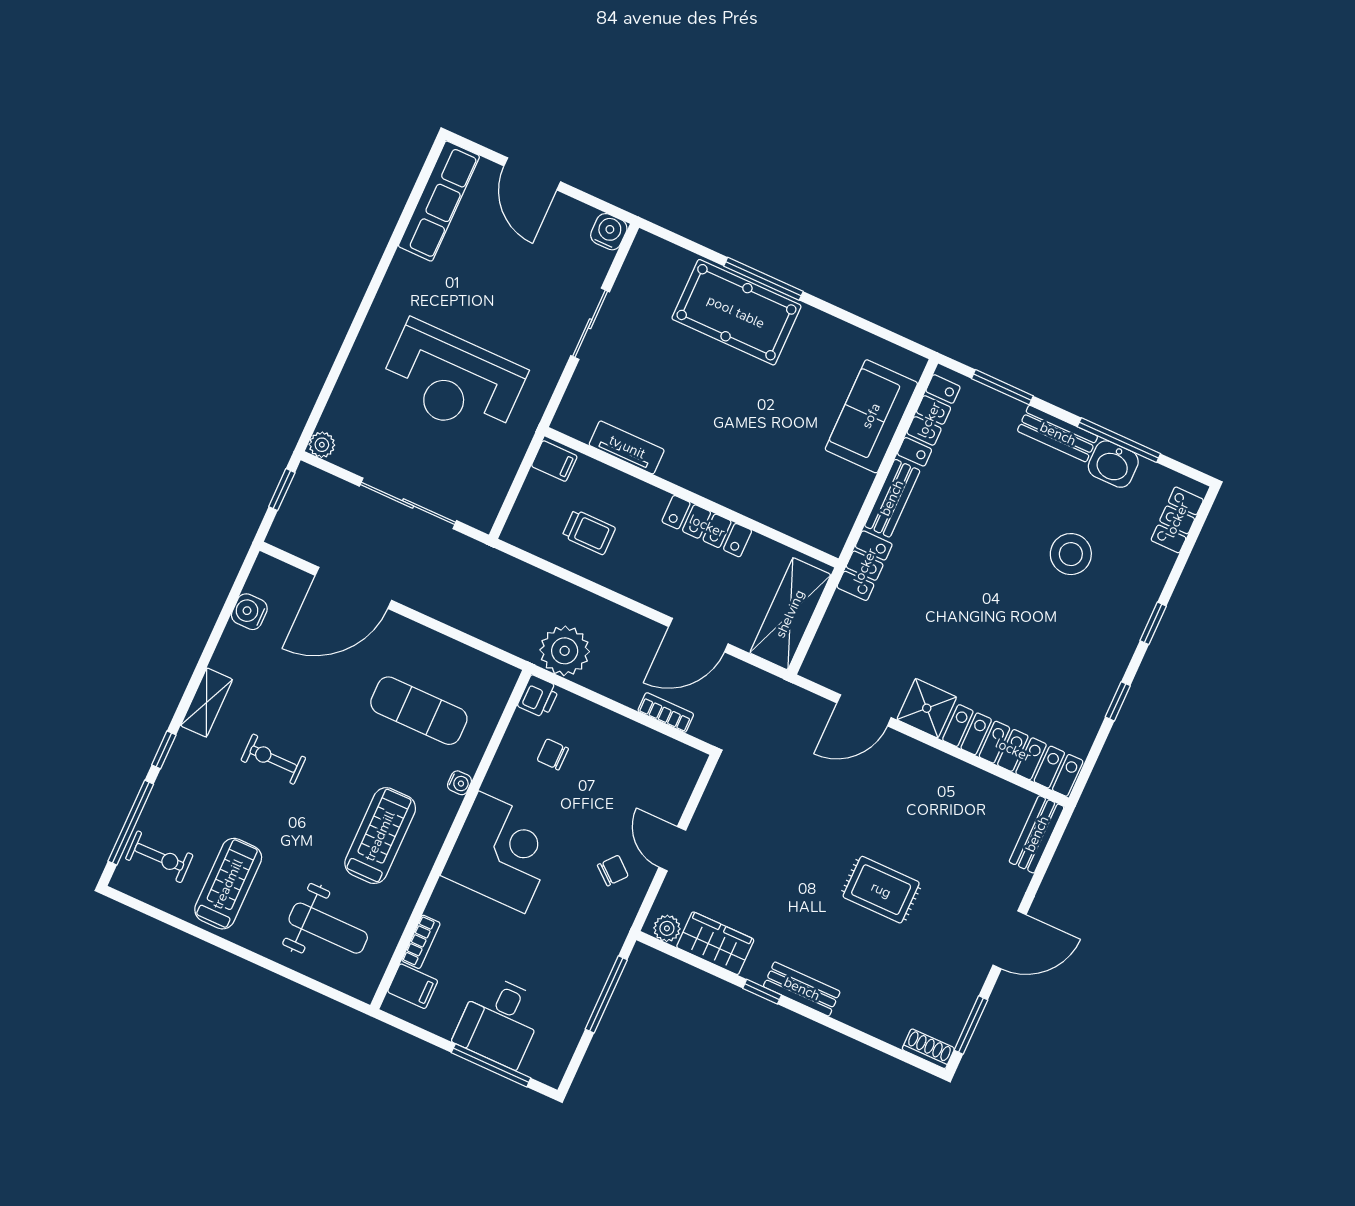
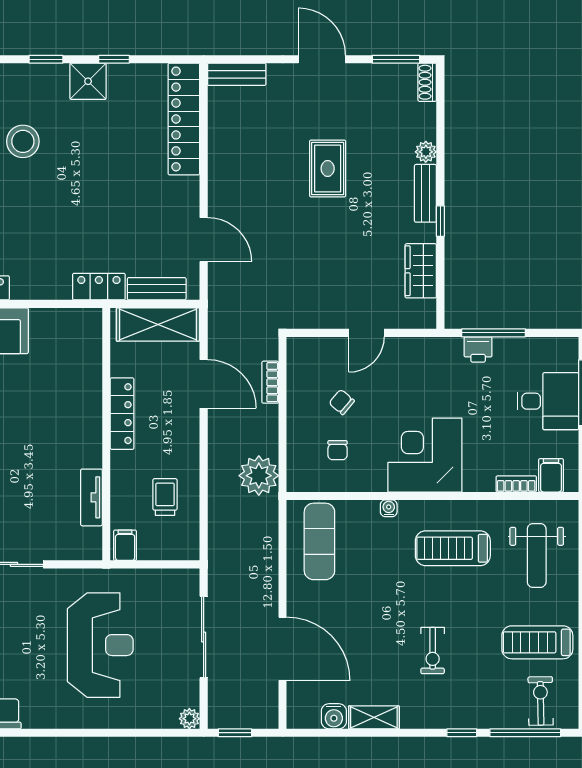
bench: (892, 498) -> (157, 289), moved
printer: (539, 697) -> (478, 349), moved, turned 180
shelving: (207, 702) -> (374, 717), moved
shower: (927, 708) -> (88, 81), moved
exercise mat: (419, 711) -> (319, 541), moved
chair: (613, 871) -> (342, 402), moved
weight bench: (328, 928) -> (537, 555), turned 180
plant: (667, 928) -> (426, 152), moved

